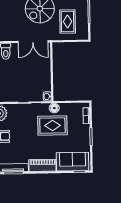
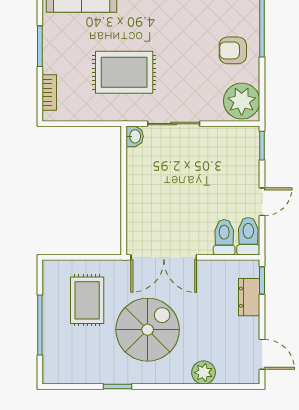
double door: (33, 42) -> (164, 257), swing flipped
floor lamp: (54, 108) -> (120, 111), removed

